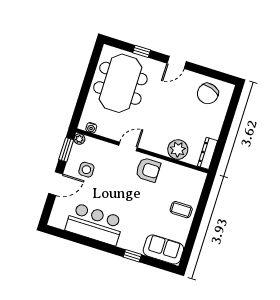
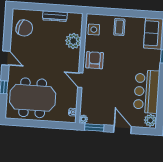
dresser: (207, 153) -> (55, 16), moved
side table: (86, 170) -> (94, 30), moved
plant: (58, 220) -> (150, 120), added

